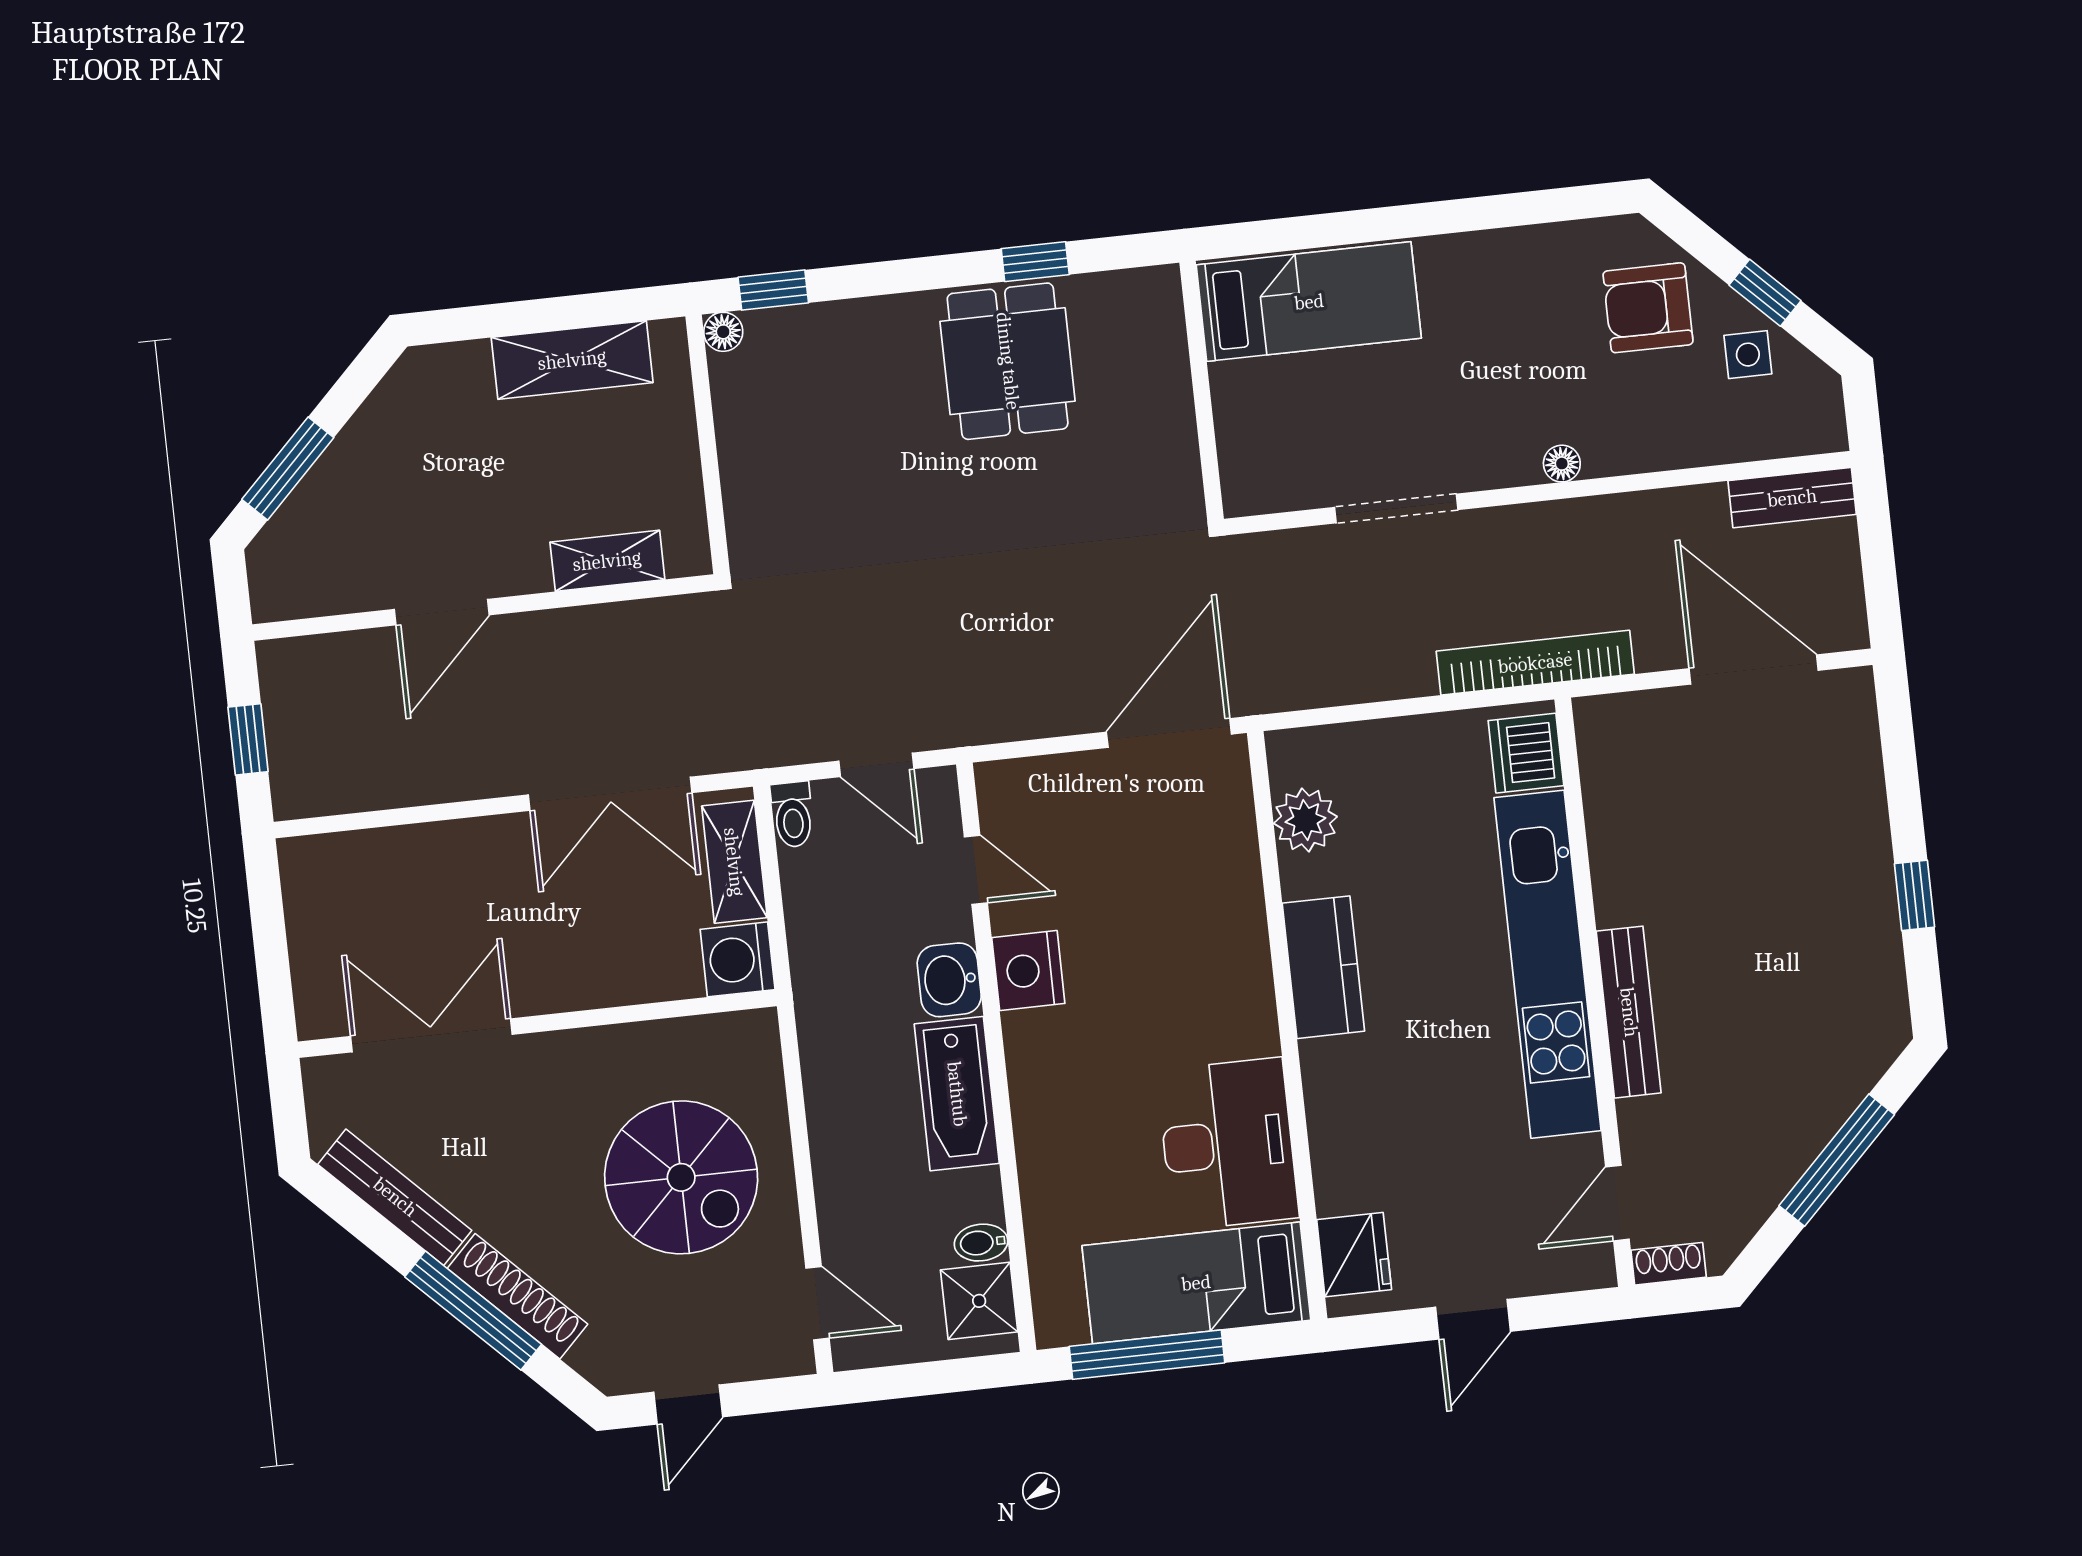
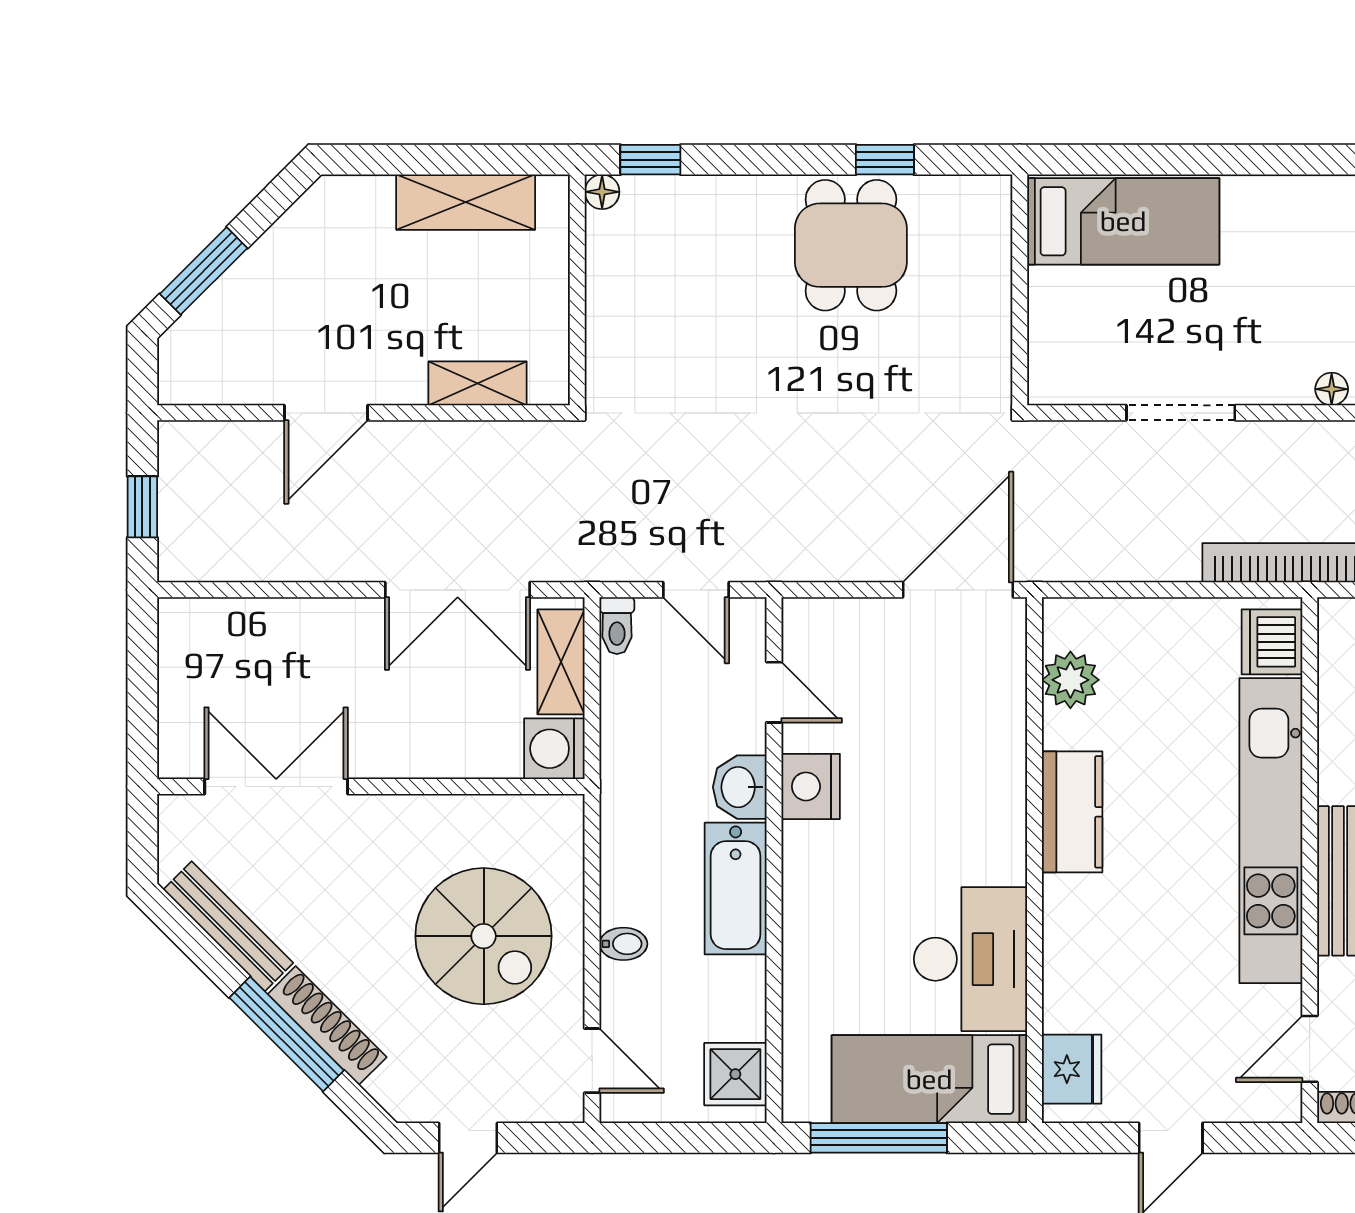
bidet: (981, 1243) -> (623, 944), moved, turned 180

